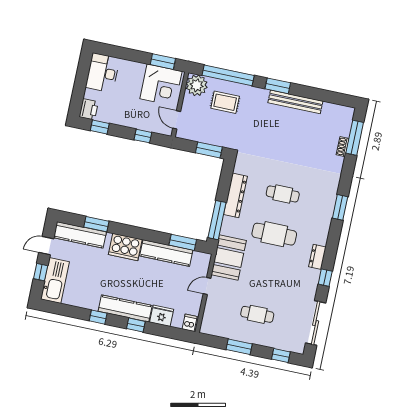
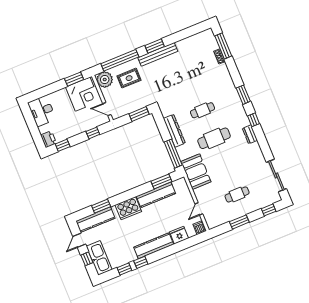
bench: (295, 102) -> (158, 54), moved
window: (325, 278) -> (254, 120), moved
door: (207, 286) -> (199, 209), moved
window: (136, 325) -> (124, 269), moved

